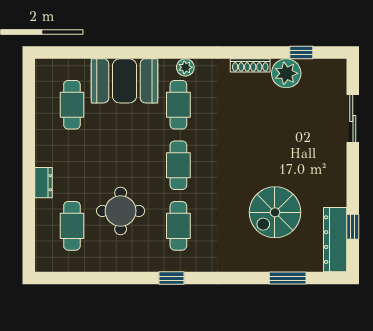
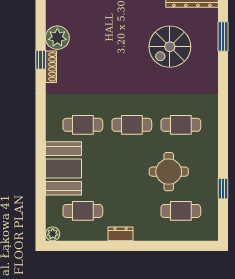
window: (301, 53) -> (41, 60), moved
plant: (185, 67) -> (53, 234), moved
dresser: (44, 183) -> (121, 234), moved
spiral stairs: (275, 212) -> (170, 47), turned 90
window: (171, 278) -> (223, 189), moved

